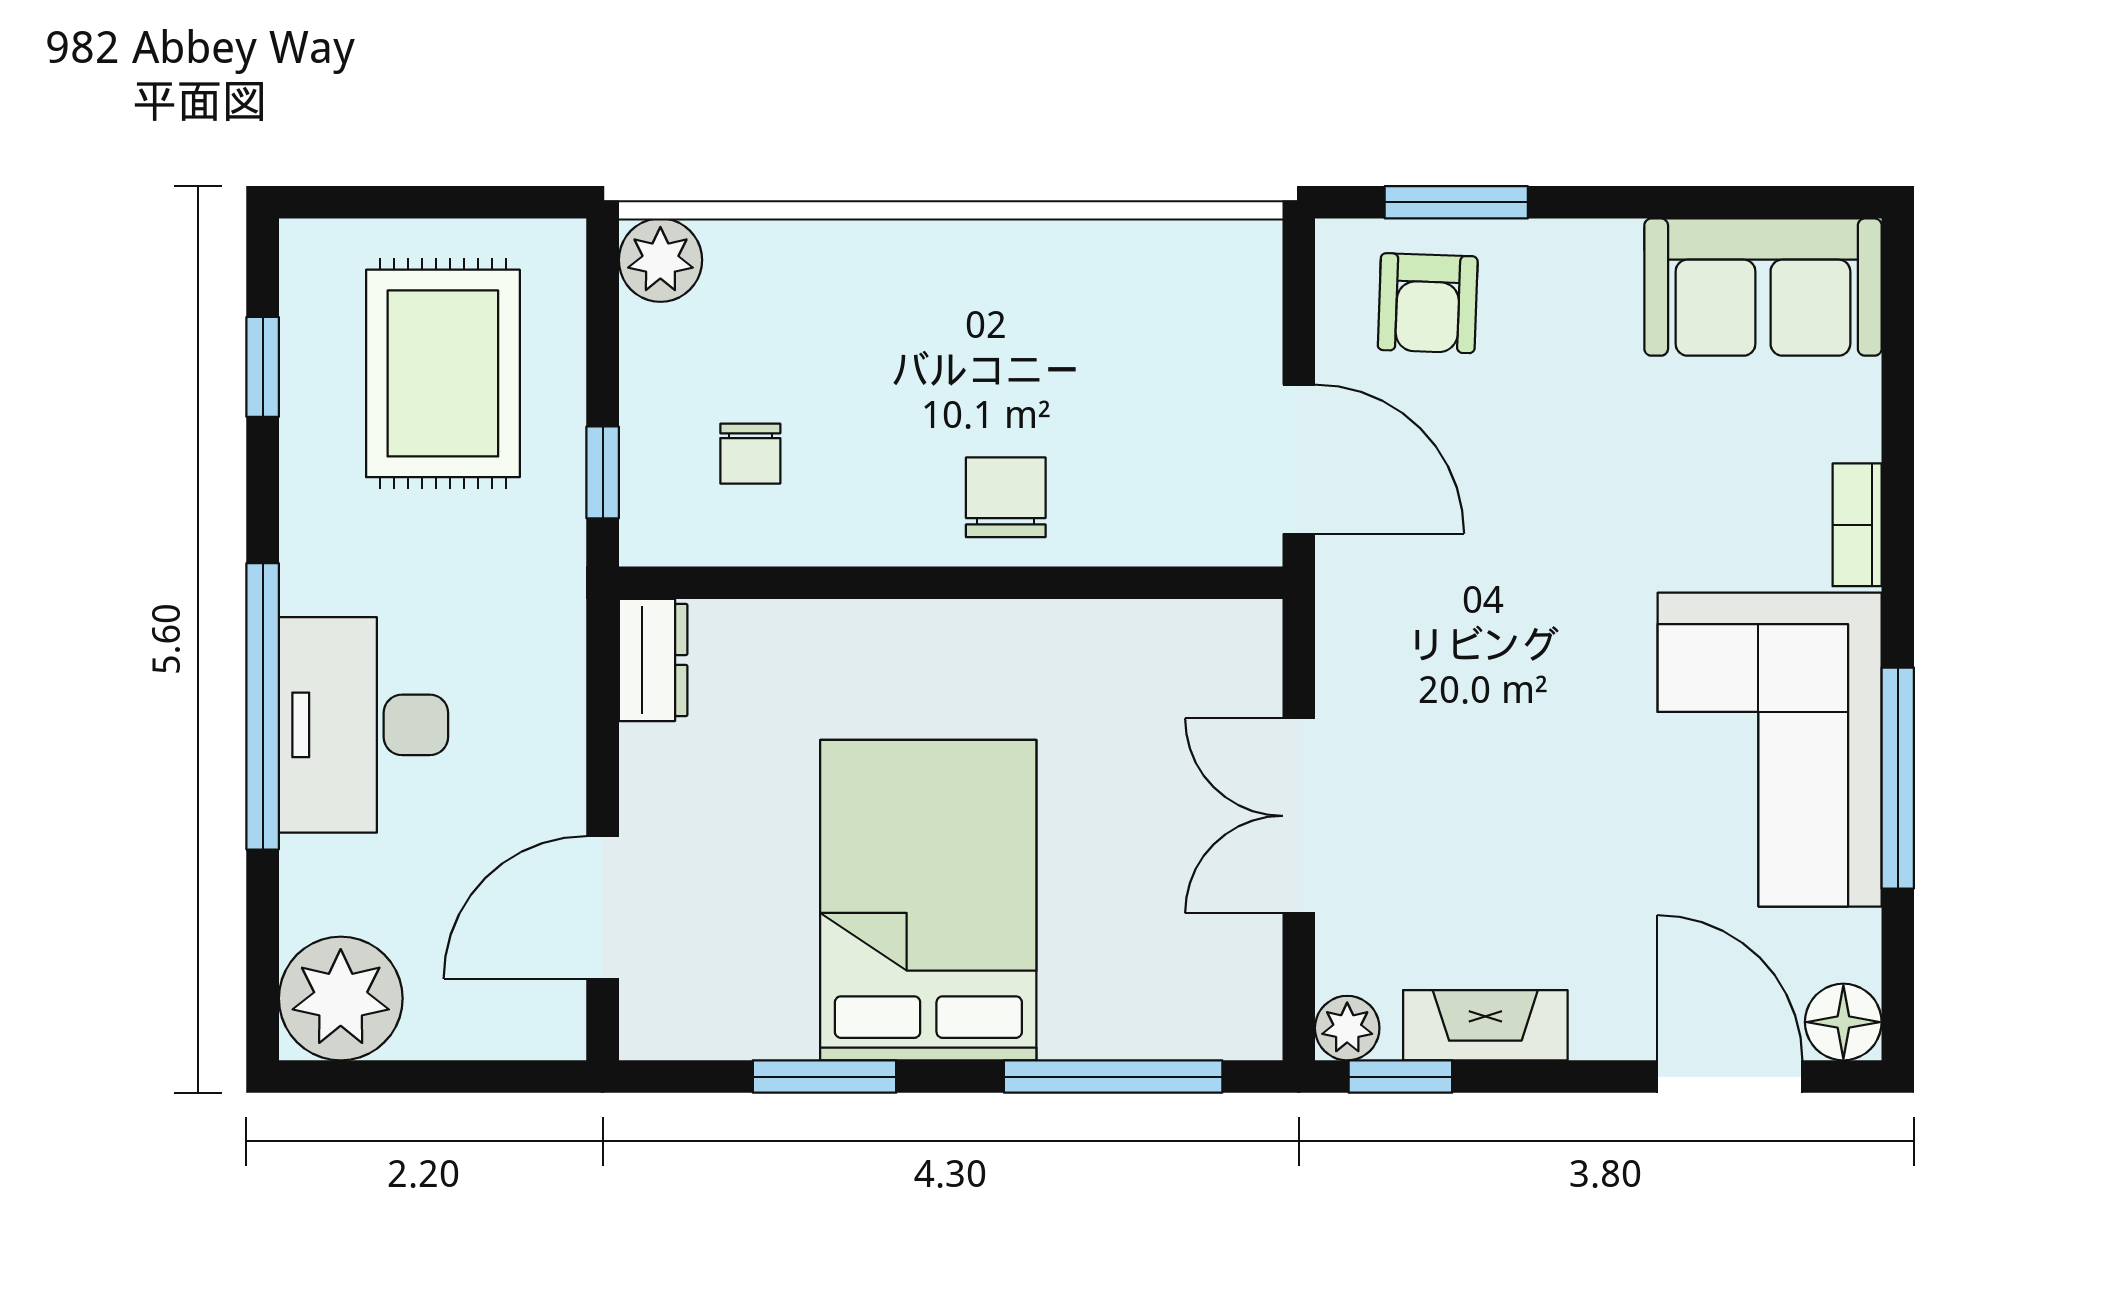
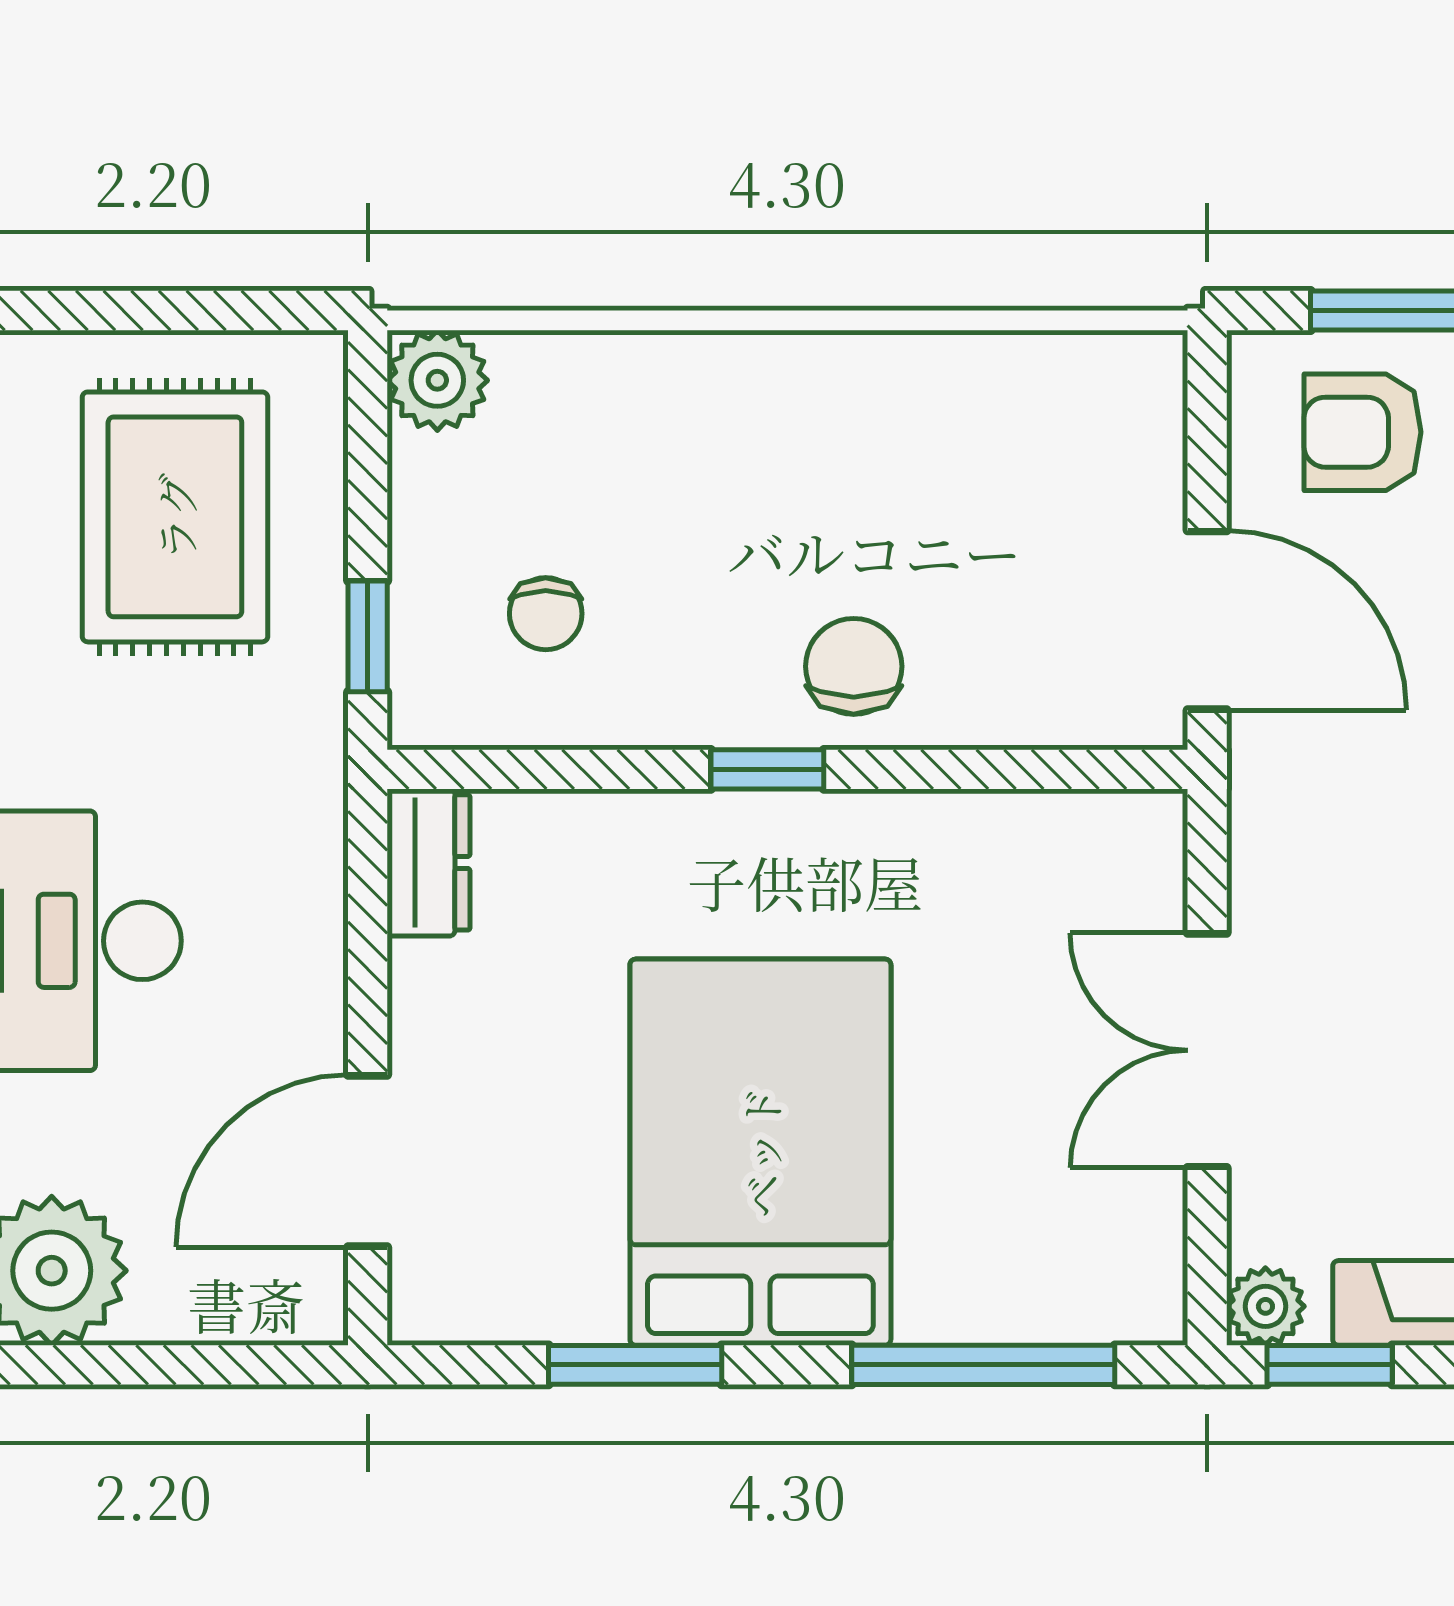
armchair: (1428, 303) -> (1363, 432), turned 88
window: (934, 583) -> (767, 769), added

